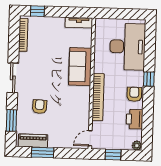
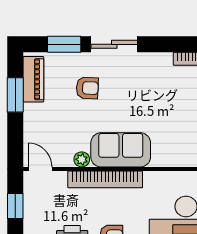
sofa: (80, 67) -> (121, 150), moved
sliding door: (13, 78) -> (114, 44), moved
plant: (85, 112) -> (82, 159), added

